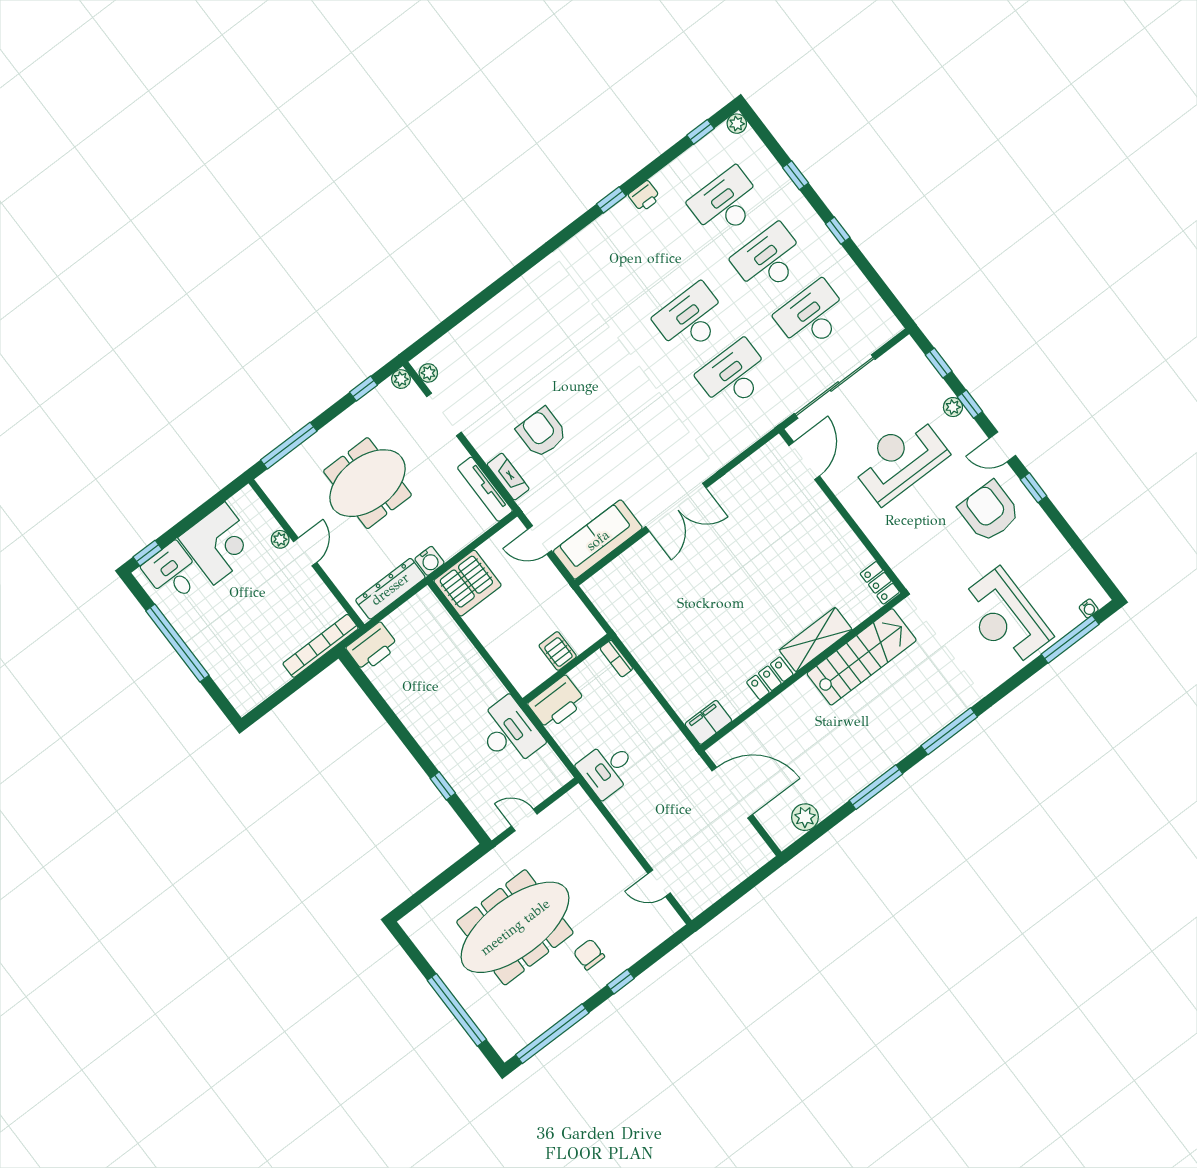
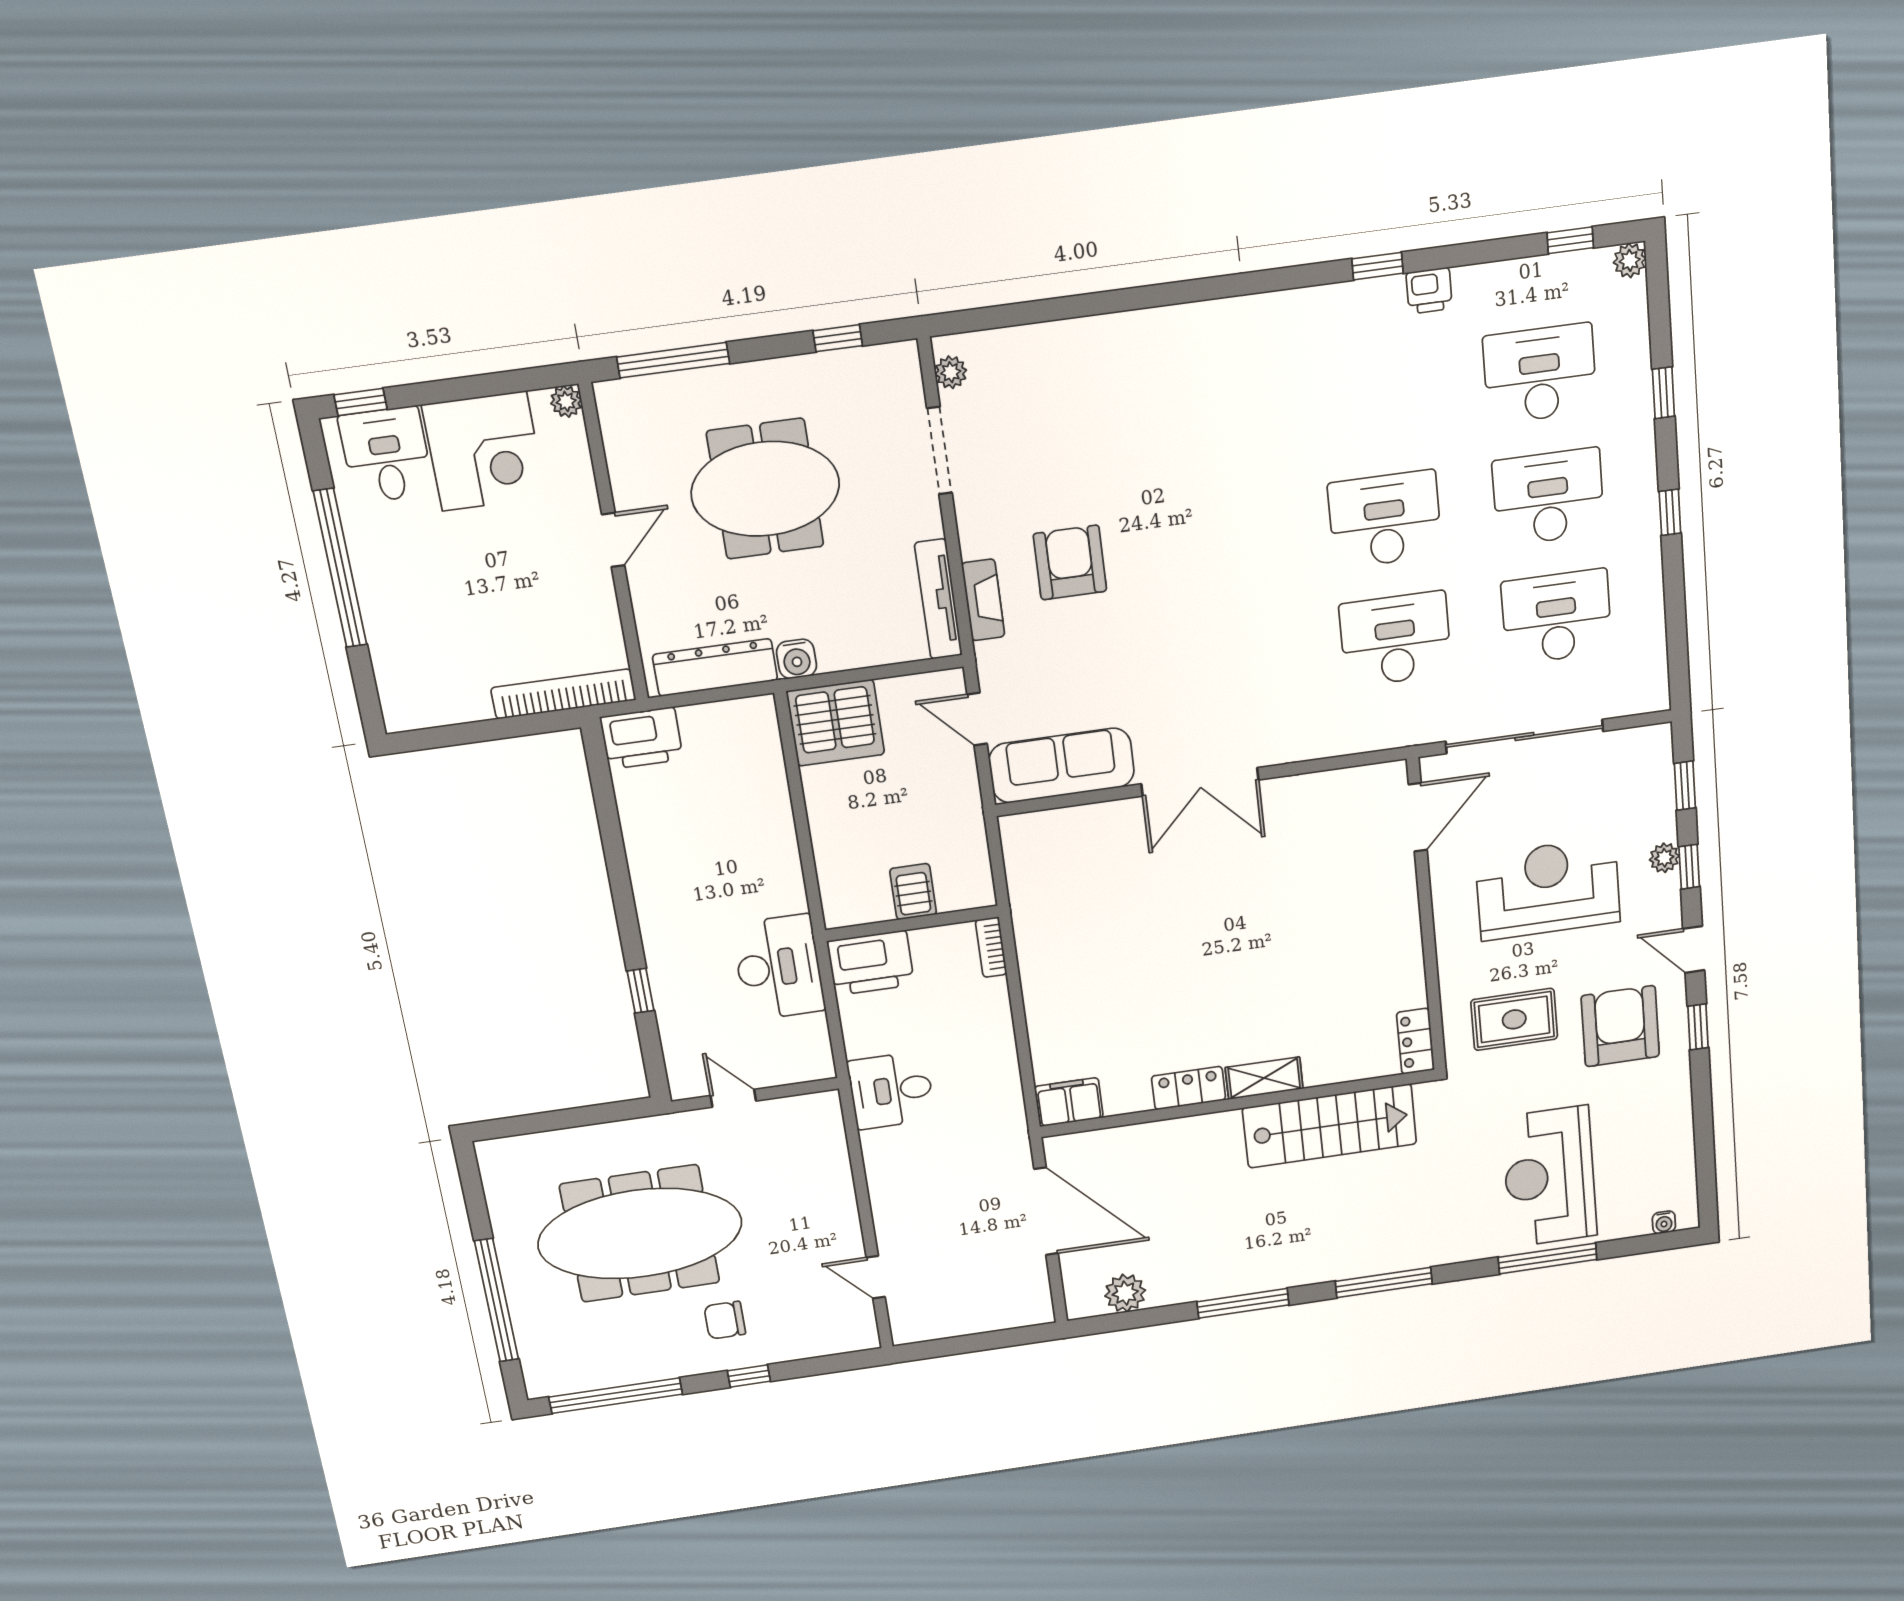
plant: (401, 379) -> (904, 357), removed
plant: (280, 539) -> (566, 401), moved
rug: (927, 540) -> (1514, 1019), added
window: (1070, 639) -> (1548, 1258), moved
shelving: (816, 640) -> (1264, 1078), width x0.67, depth x0.75
chair: (589, 954) -> (725, 1320), turned -90

